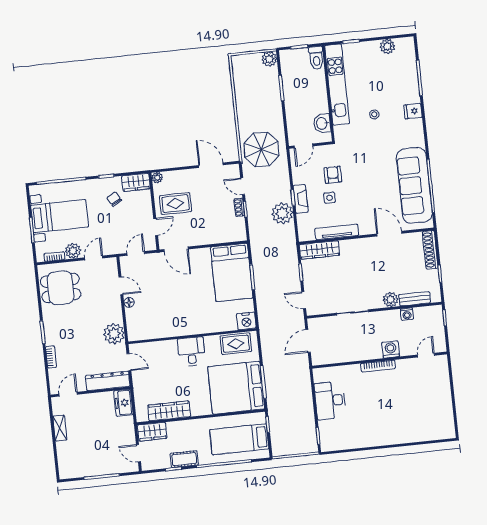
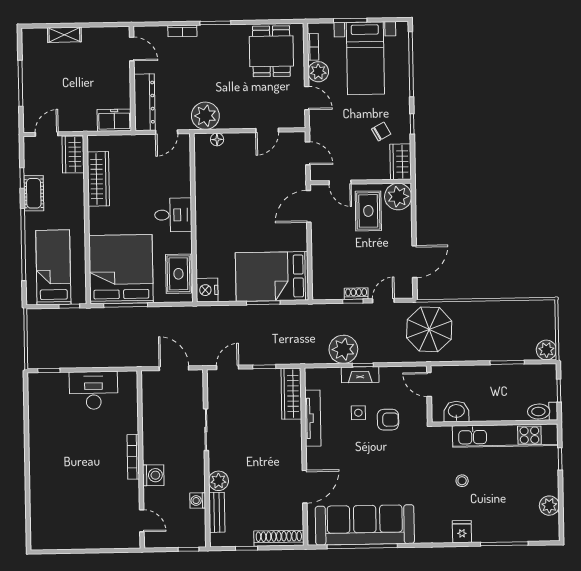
plant: (157, 178) -> (398, 197), width x1.87, depth x1.87
floor lamp: (129, 302) -> (217, 139), moved
shelving: (60, 428) -> (64, 35), moved

